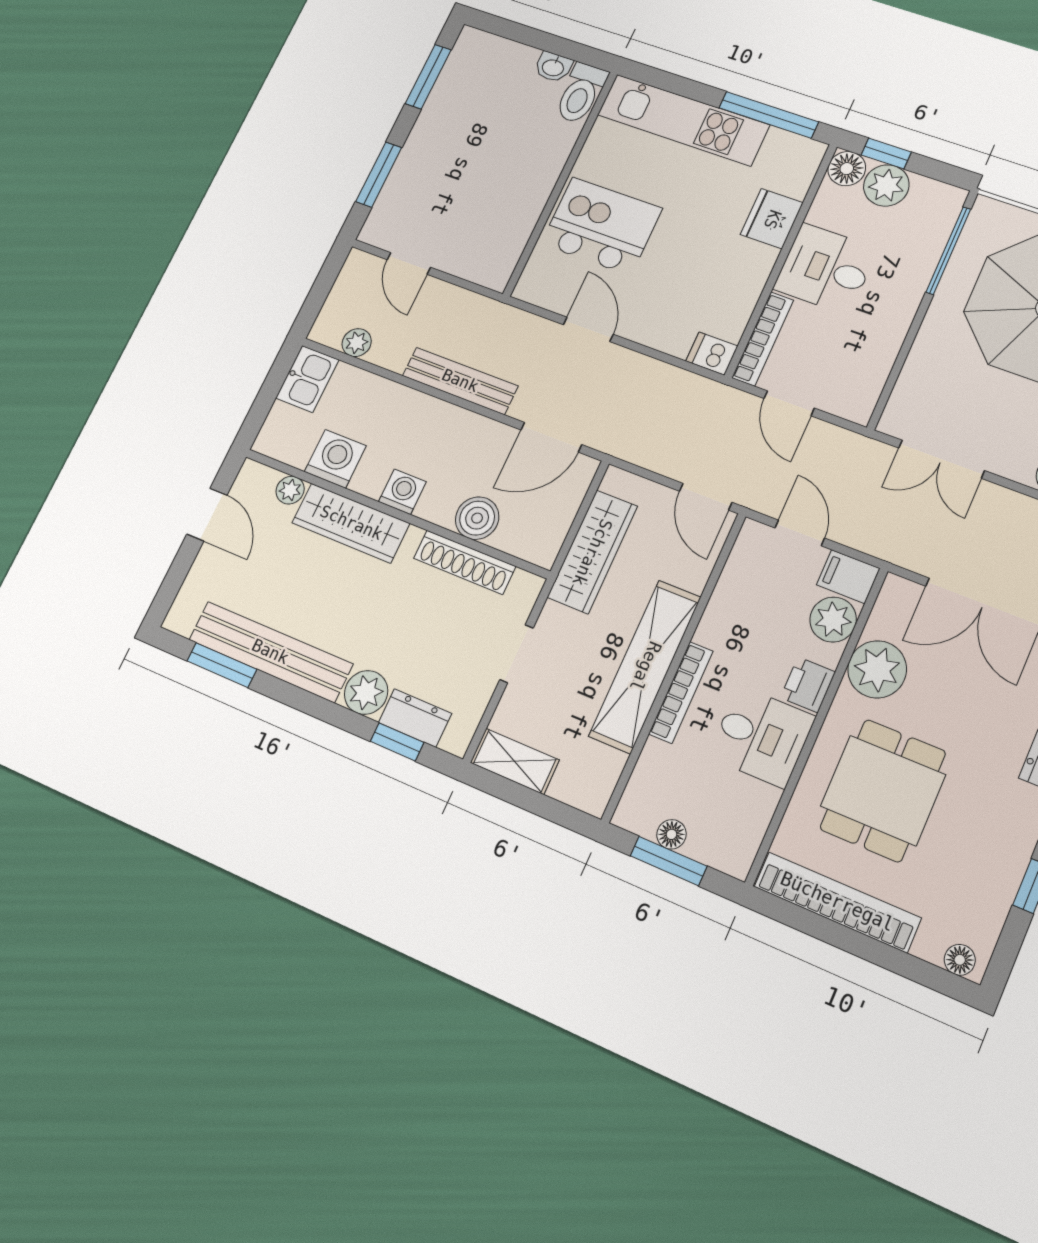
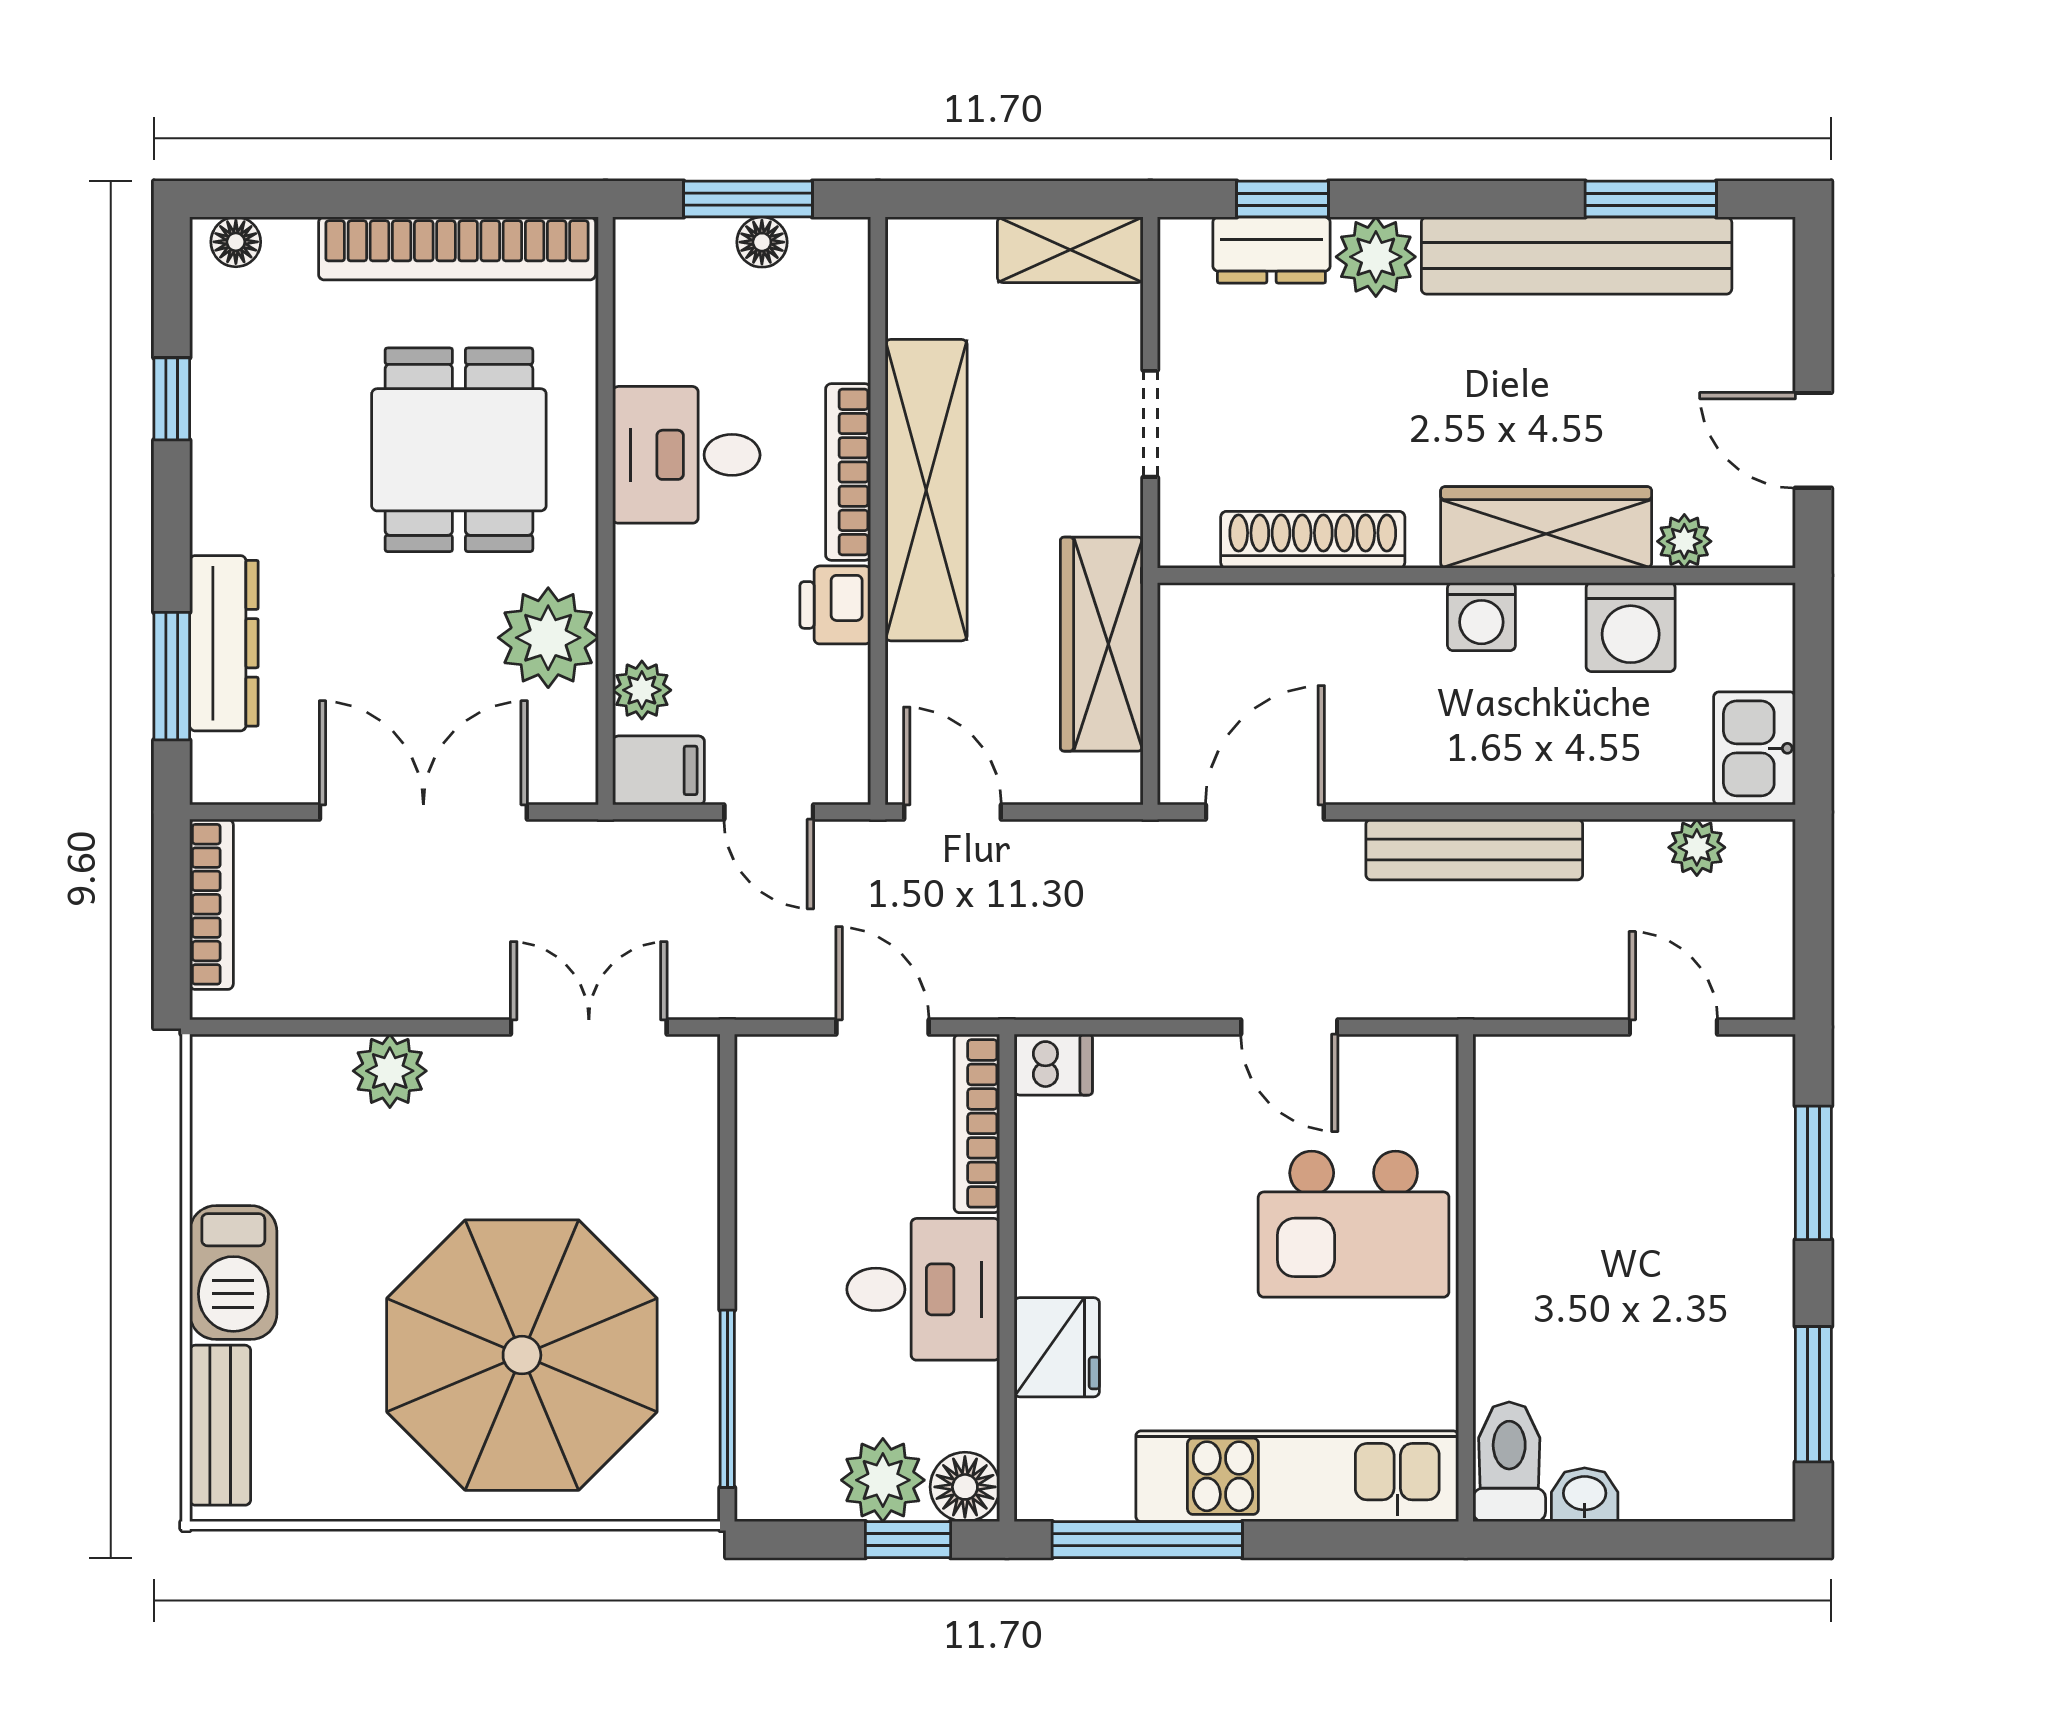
boiler: (477, 518) -> (1327, 623), removed
plant: (833, 620) -> (642, 690), width x0.73, depth x0.73
printer: (808, 685) -> (835, 605), moved, turned 180

